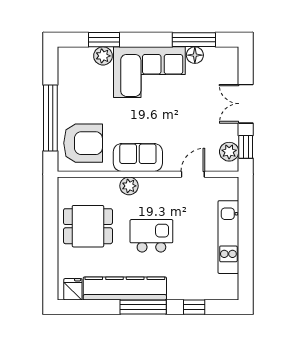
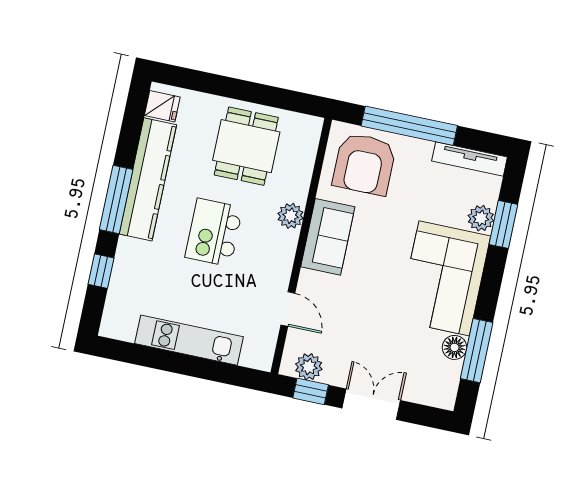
tv unit: (64, 72) -> (470, 159), added
kitchen island: (151, 236) -> (214, 232), turned 180

